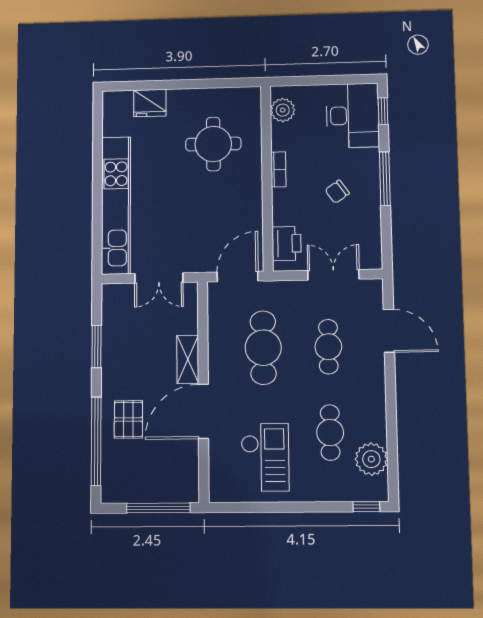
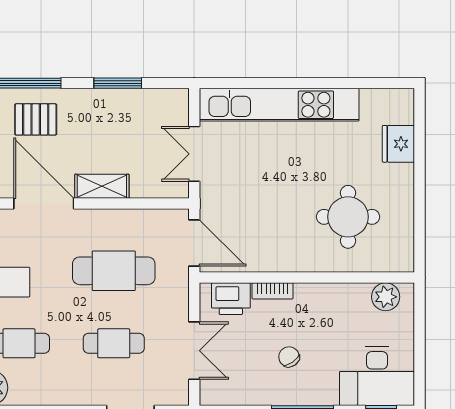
bookcase: (278, 169) -> (273, 291), moved

